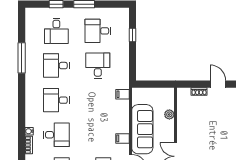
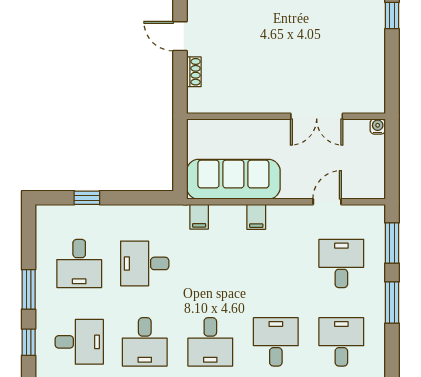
door: (218, 84) -> (180, 36), hinge flipped
plant: (169, 114) -> (237, 128), removed
sofa: (142, 129) -> (233, 179), moved
filing cabinet: (122, 138) -> (256, 217), moved

